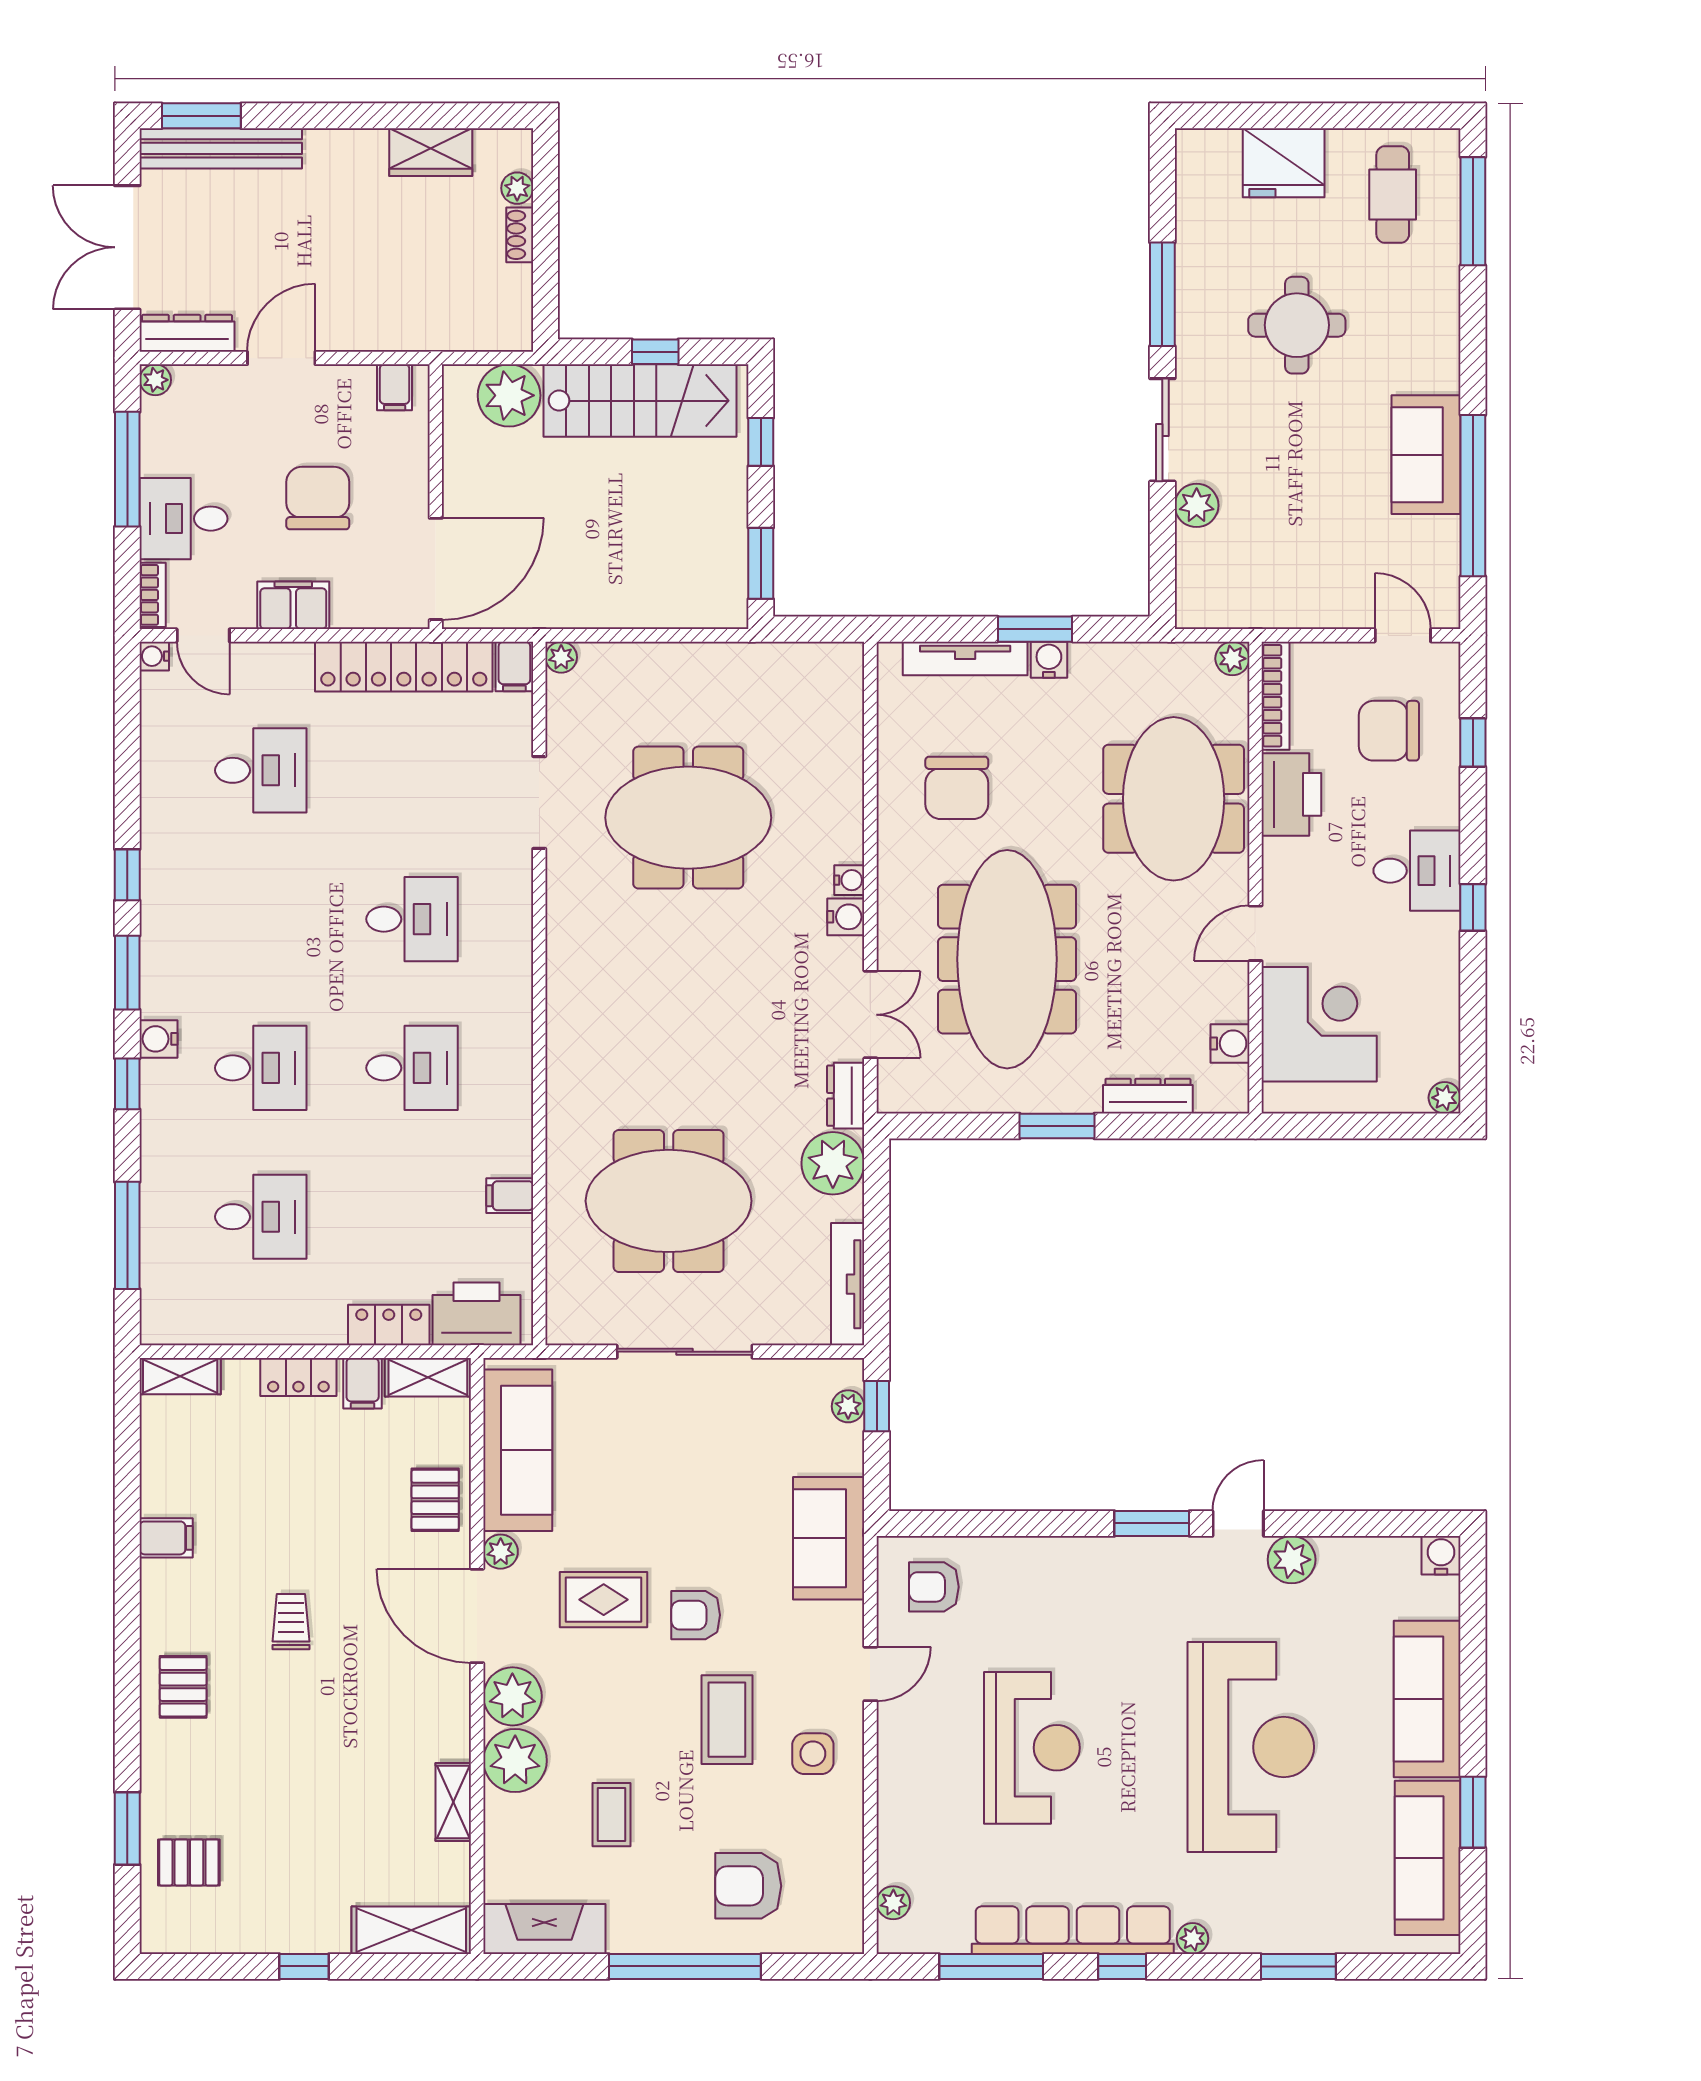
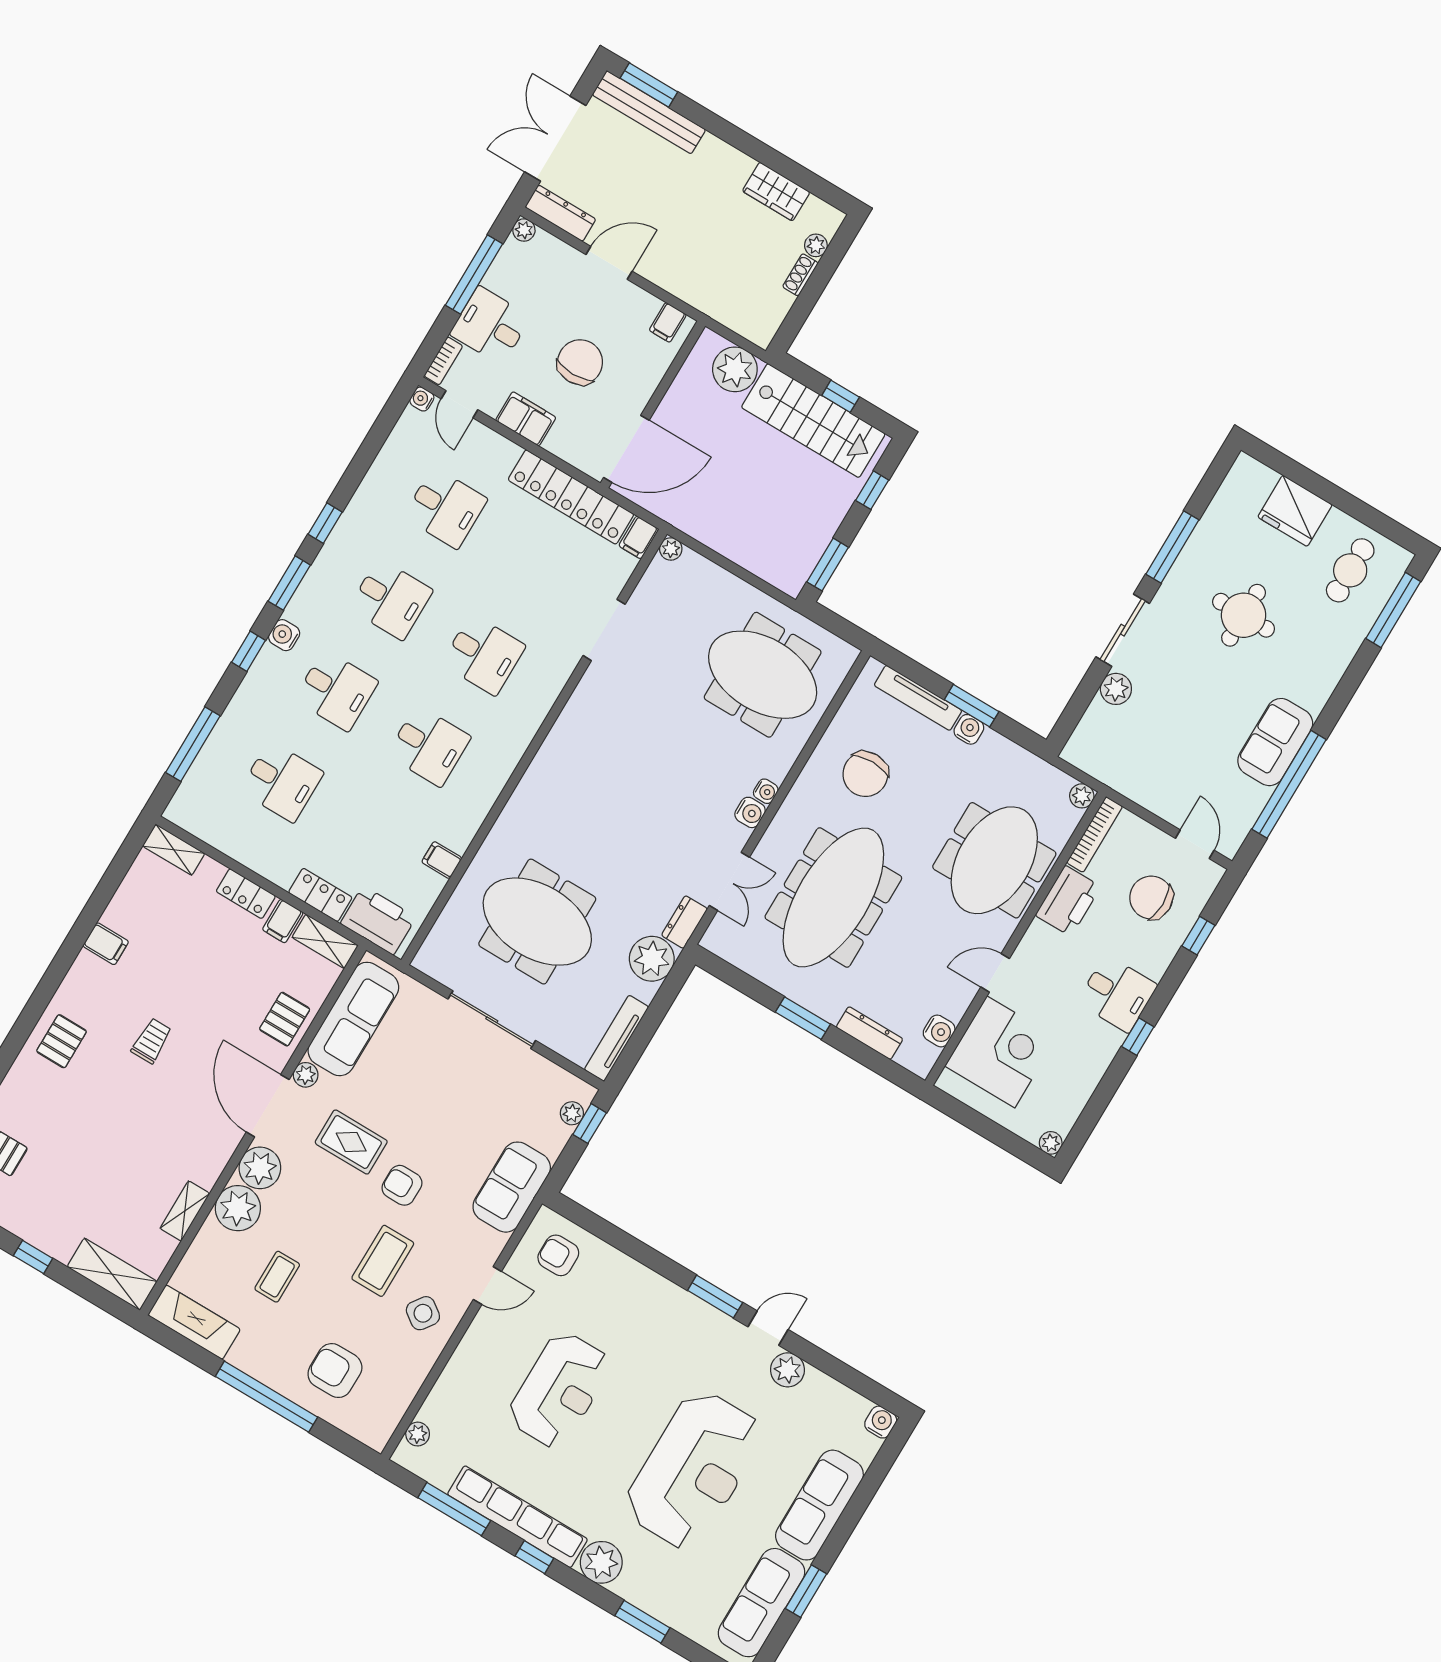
meeting table: (688, 818) -> (763, 675), moved
desk: (261, 919) -> (391, 599), added
side table: (813, 1754) -> (423, 1313), turned 36
plant: (1193, 1938) -> (601, 1562), width x1.87, depth x1.87

